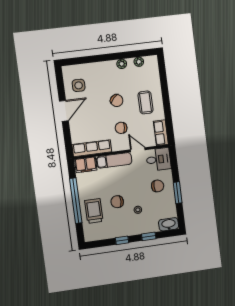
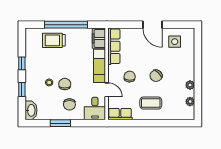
door: (138, 150) -> (107, 90), hinge flipped
chair: (117, 202) -> (65, 84), moved
trolley: (94, 211) -> (54, 40), turned 180

